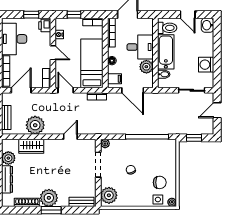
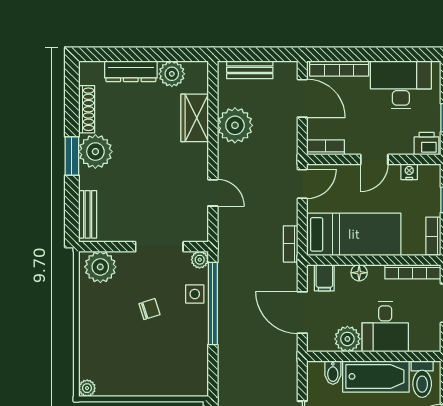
door: (133, 90) -> (302, 313), hinge flipped
window: (147, 137) -> (213, 304), moved
chair: (160, 182) -> (125, 365), removed
side table: (158, 200) -> (195, 294), moved

